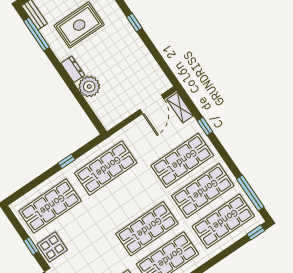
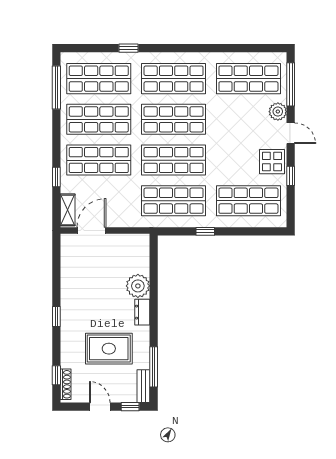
shop shelf: (126, 198) -> (174, 160), added
window: (256, 232) -> (129, 48), moved

